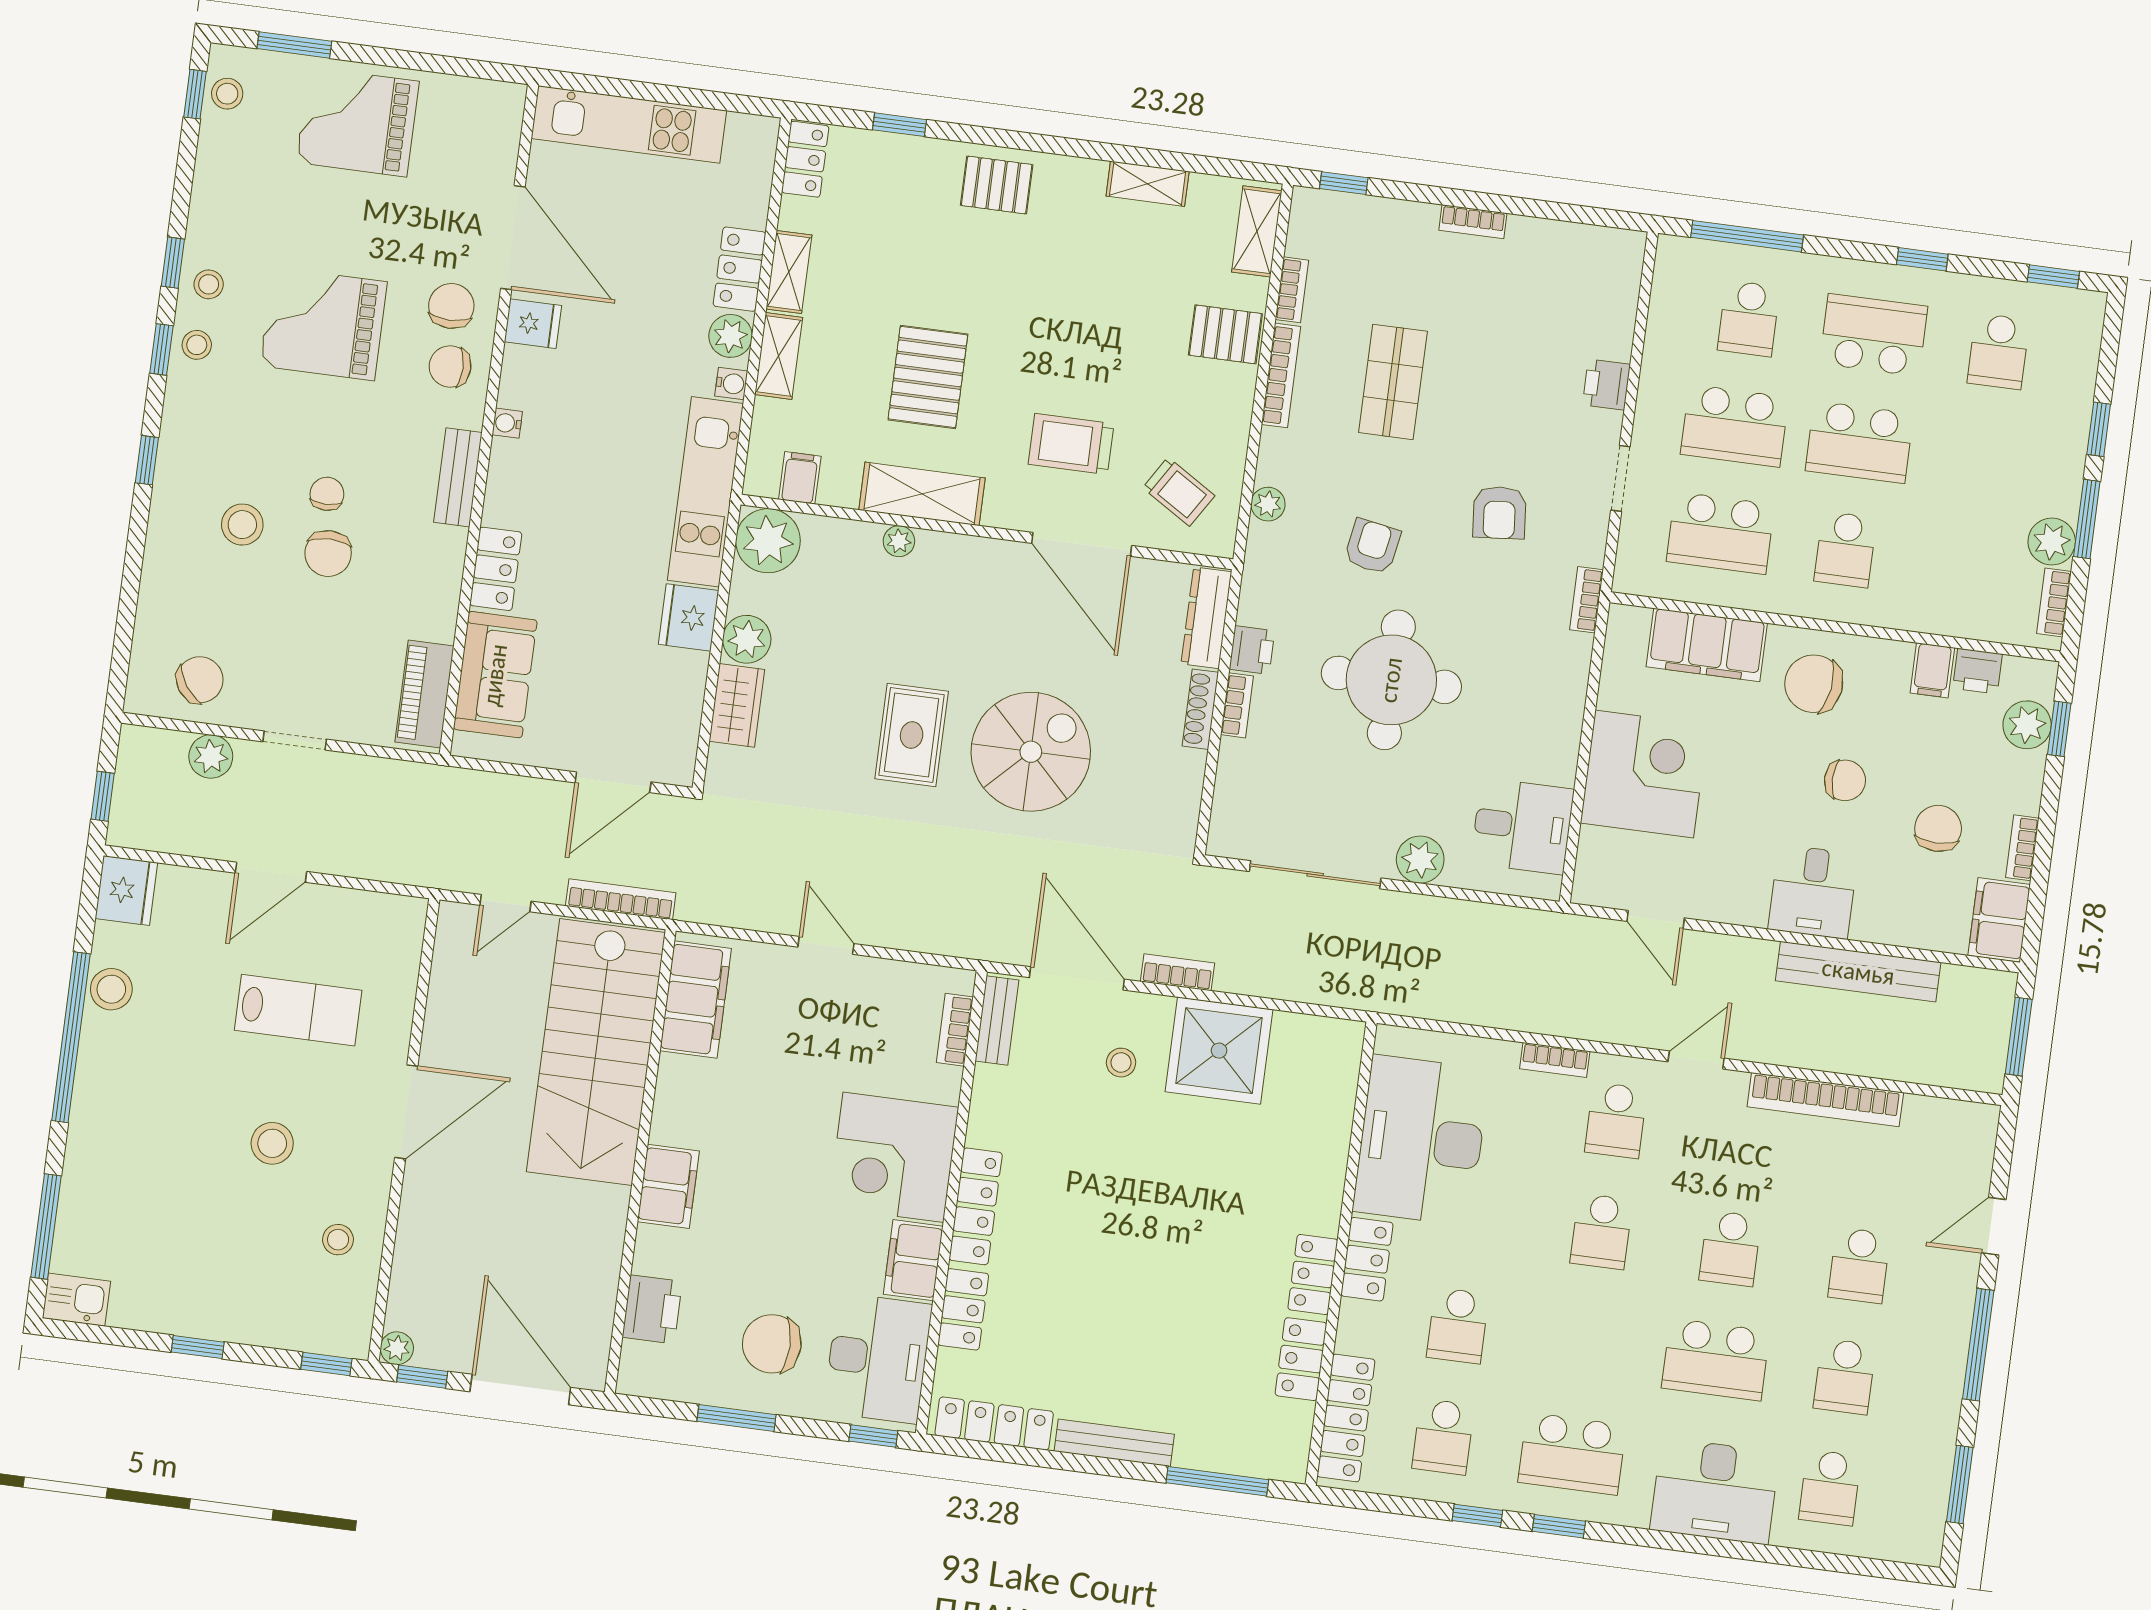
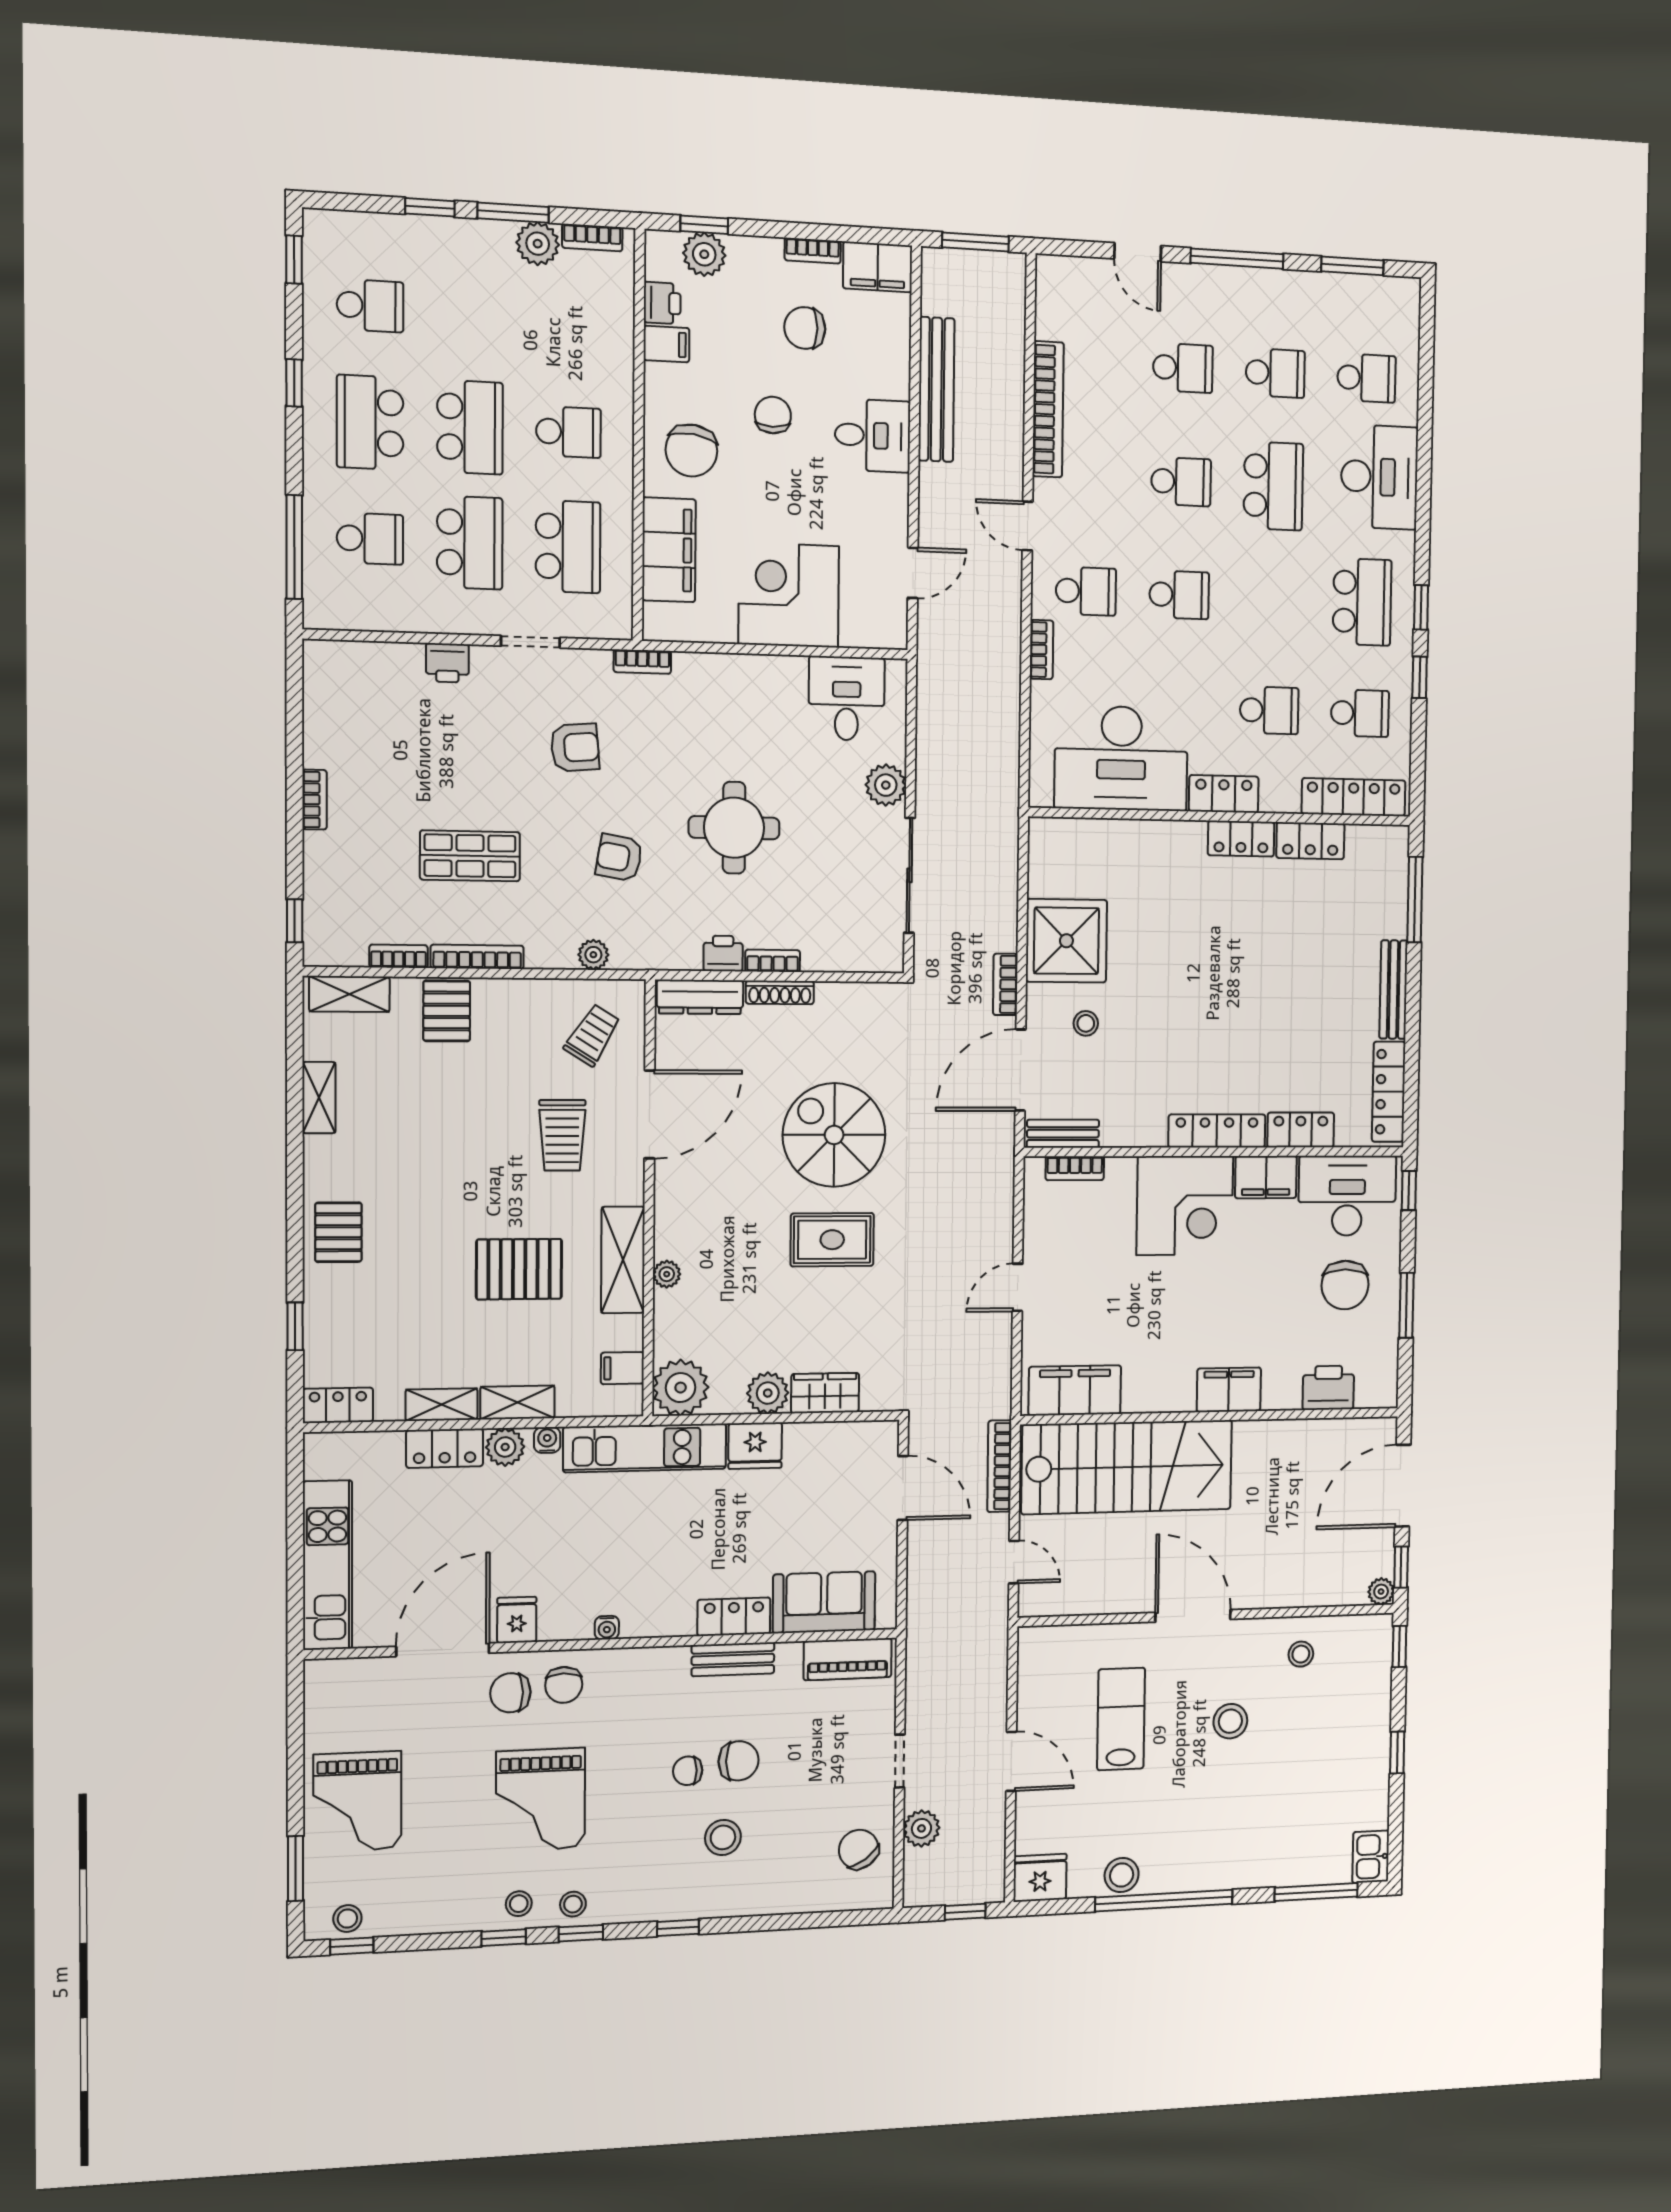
bench: (458, 477) -> (733, 1659), moved
round table: (1391, 680) -> (734, 828), width x0.73, depth x0.73

